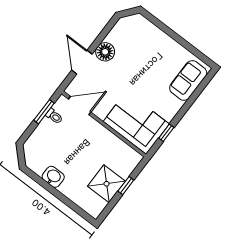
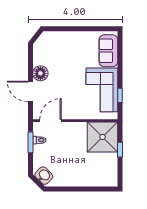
corner sofa: (136, 123) -> (102, 90), moved, turned -90
washbasin: (53, 177) -> (44, 176), moved, turned 45
shower: (107, 184) -> (103, 137), moved, width x1.37, depth x1.37

